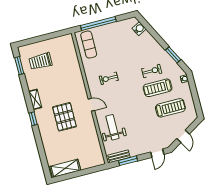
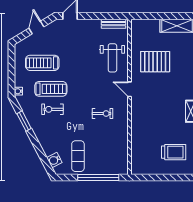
exercise mat: (89, 45) -> (78, 156), moved
pallet: (64, 117) -> (155, 62), moved, turned 90
window: (128, 161) -> (105, 16), removed

